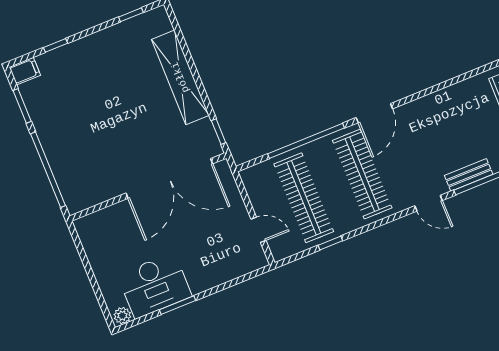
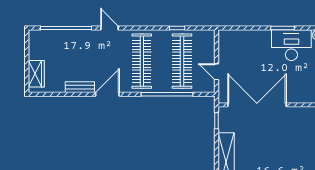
door: (374, 113) -> (107, 94), moved
bench: (469, 175) -> (80, 87), moved
door: (258, 230) -> (217, 72), moved

